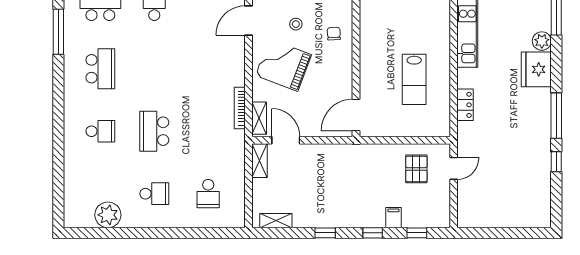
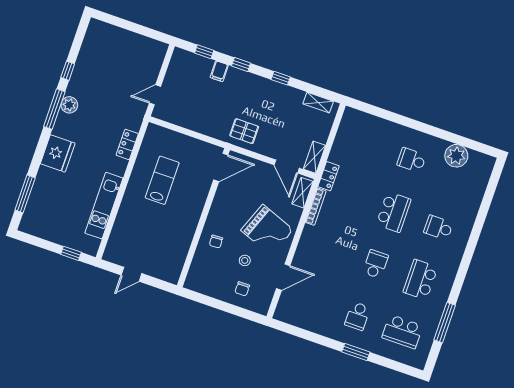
plant: (542, 41) -> (69, 105), moved
locker: (237, 146) -> (328, 176), added
pallet: (416, 169) -> (244, 131), moved, turned 90
school desk: (208, 194) -> (376, 264), moved

